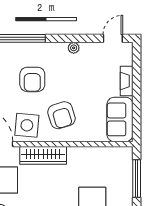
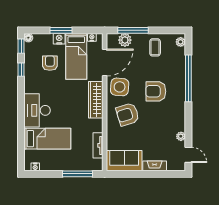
plant: (74, 48) -> (181, 136), moved
tv unit: (101, 153) -> (98, 145), added

